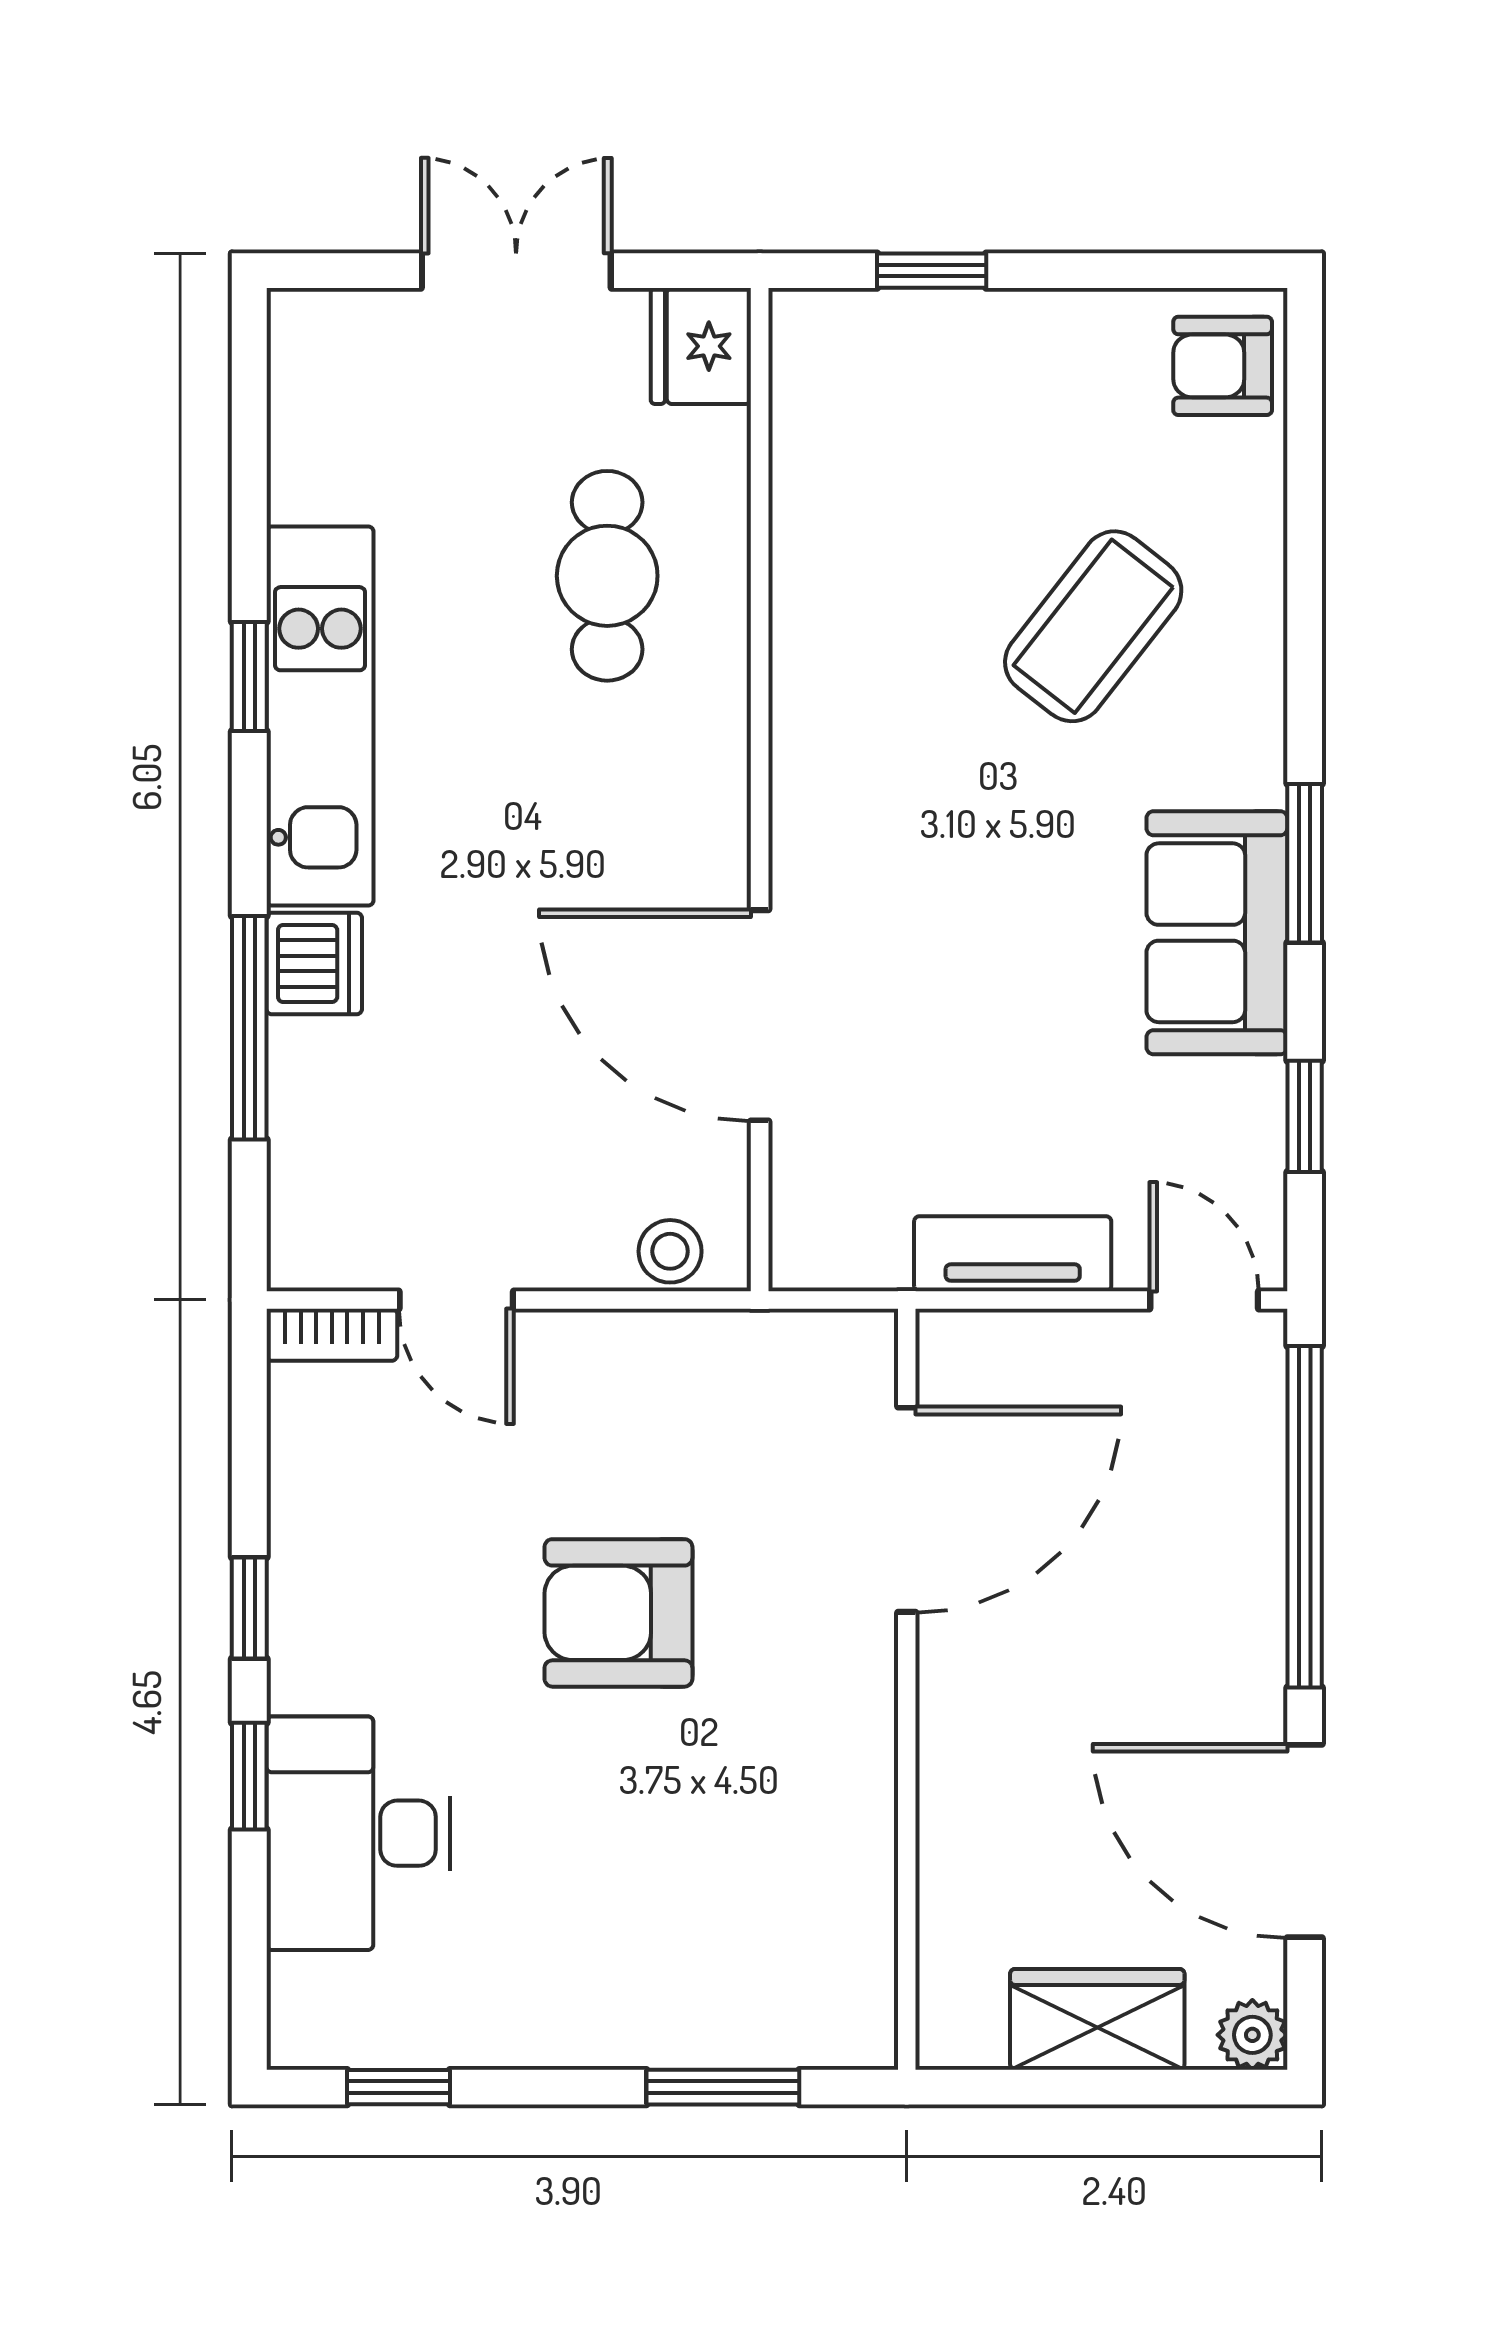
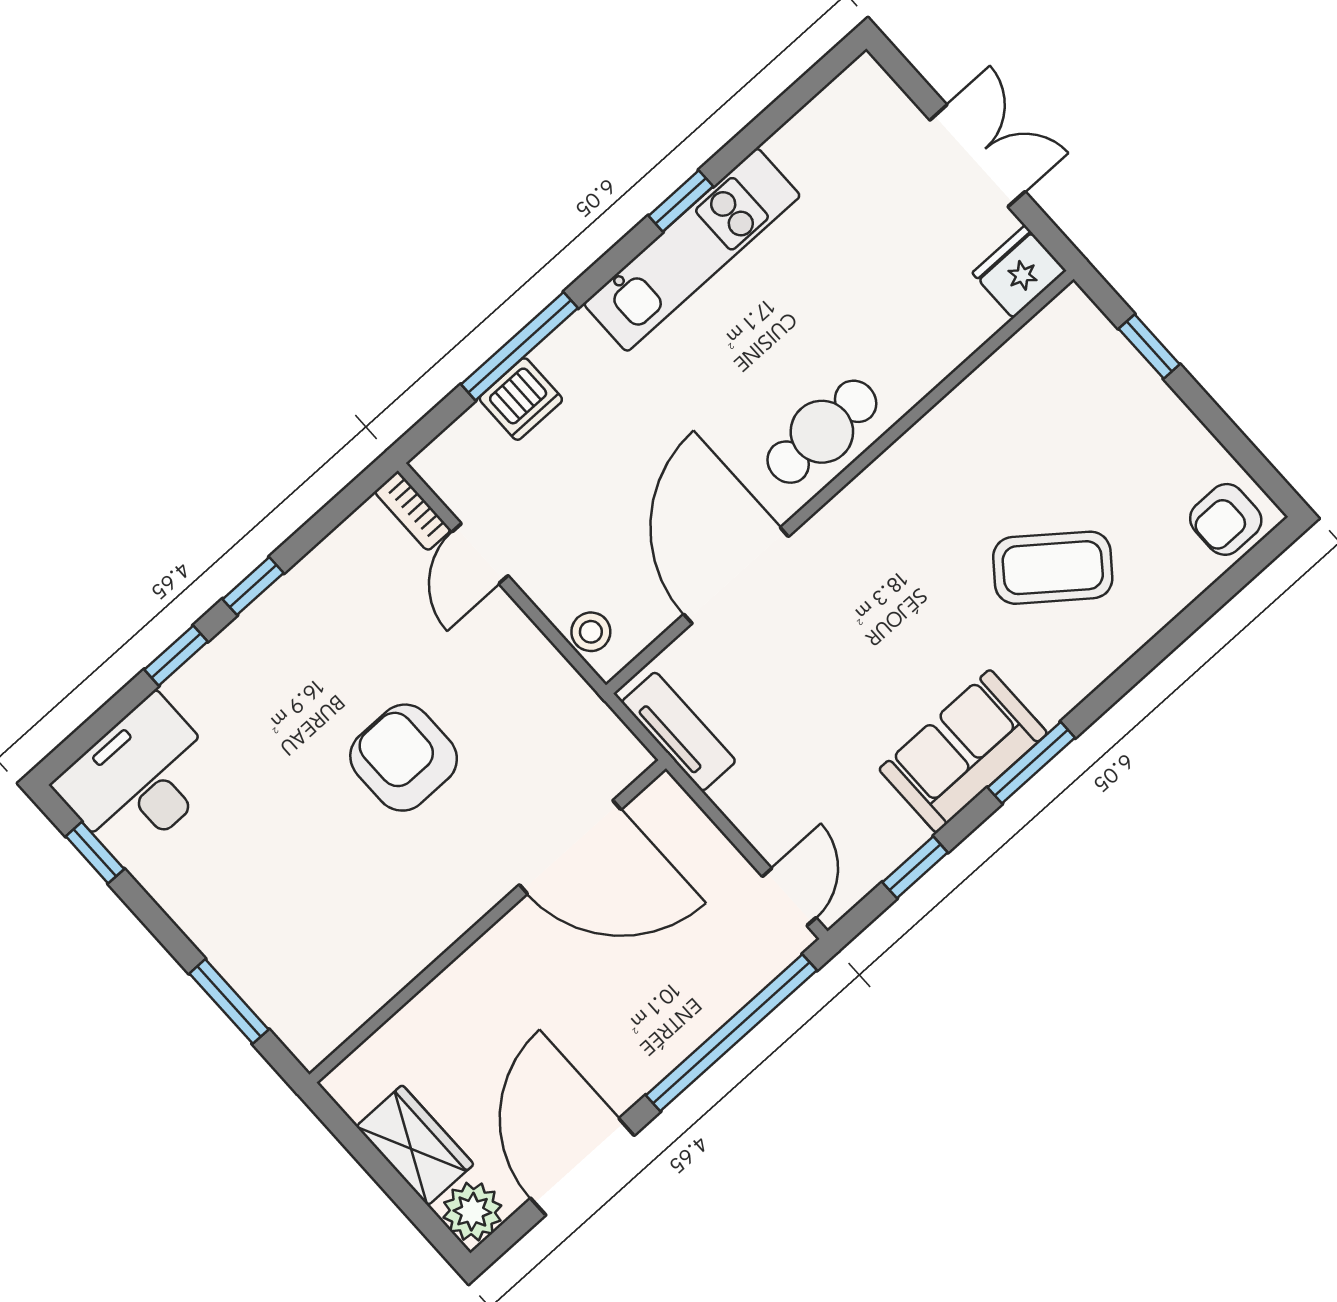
armchair: (1223, 366) -> (1226, 519), turned -90
cafe table: (607, 576) -> (822, 432), moved
dishwasher: (314, 963) -> (521, 399), moved
tv unit: (1013, 1254) -> (679, 732), moved
desk: (358, 1833) -> (140, 779), moved
plant: (1252, 2035) -> (472, 1212), width x1.38, depth x1.38

